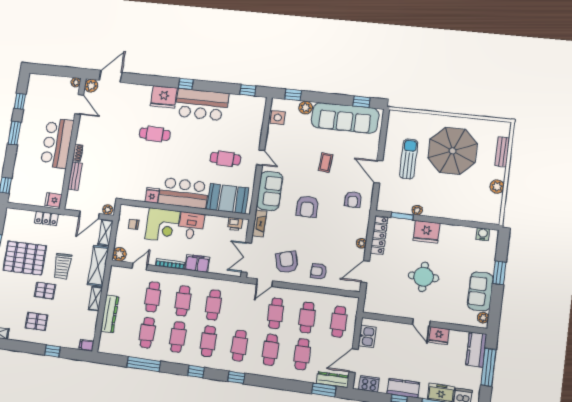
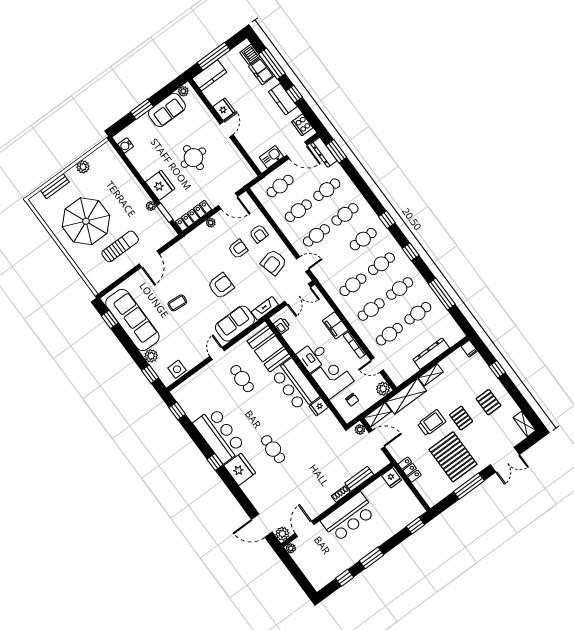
sun lounger: (409, 159) -> (120, 246), turned 180
armchair: (353, 199) -> (238, 249), moved

